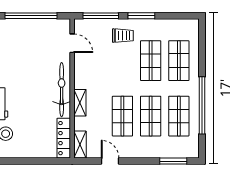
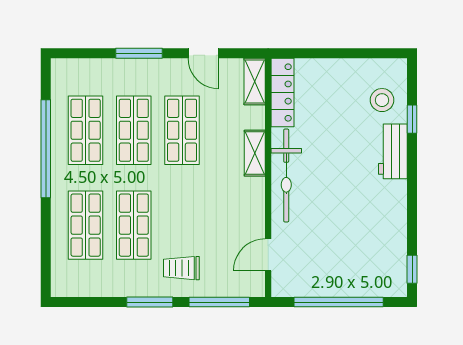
door: (72, 43) -> (268, 255), hinge flipped
window: (173, 161) -> (139, 53), moved

